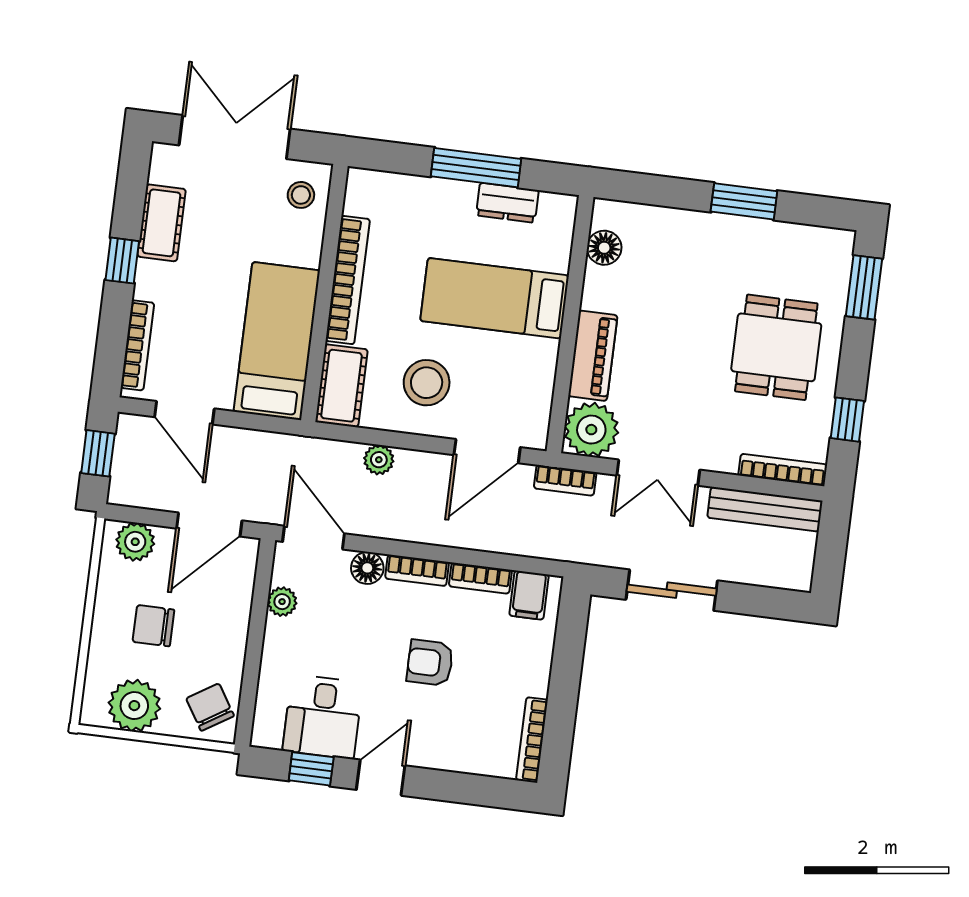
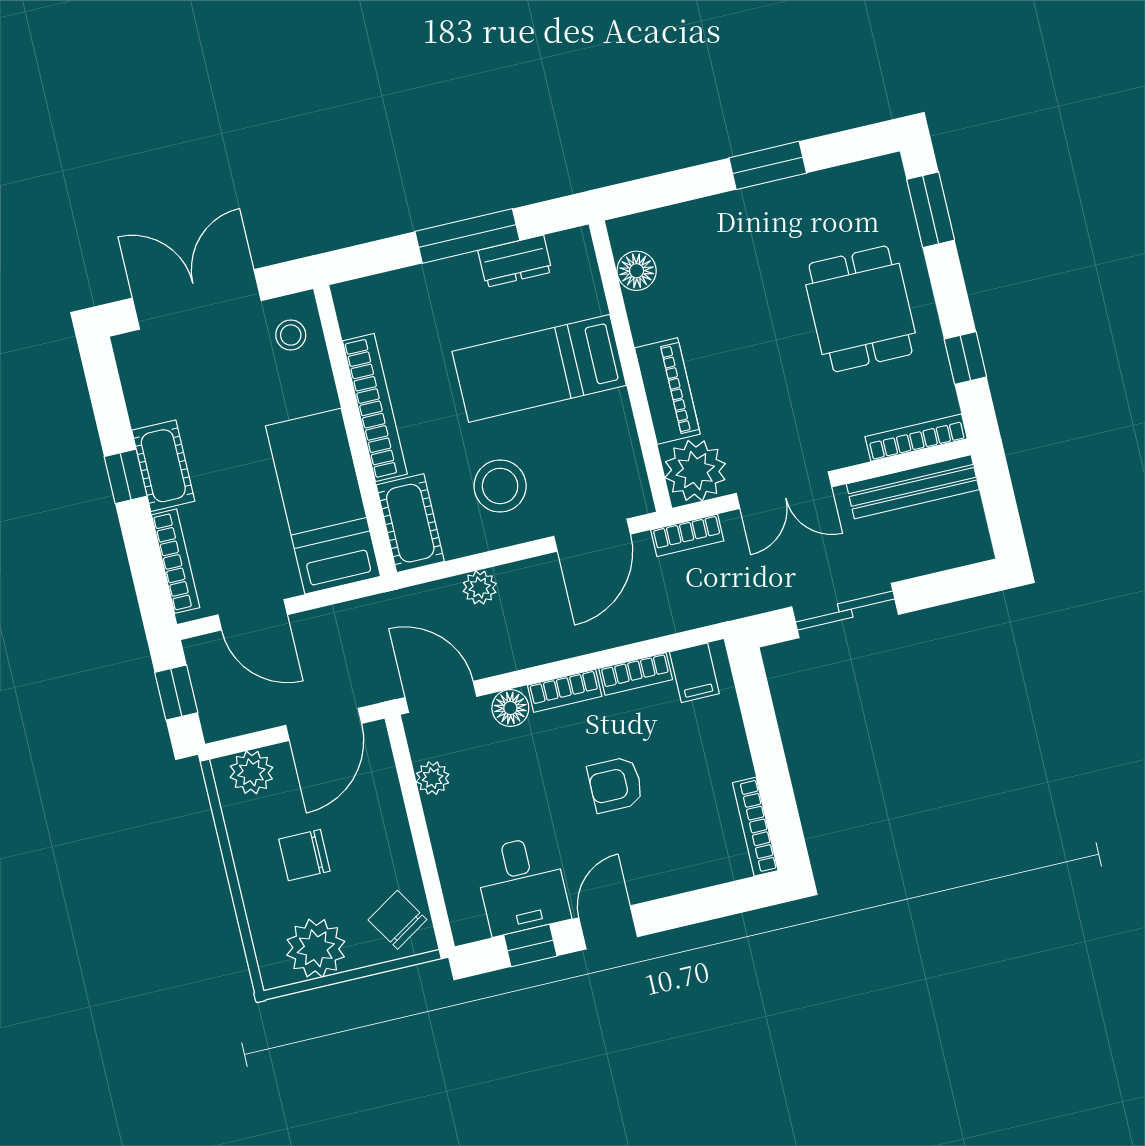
cot: (162, 223) -> (163, 466), moved

